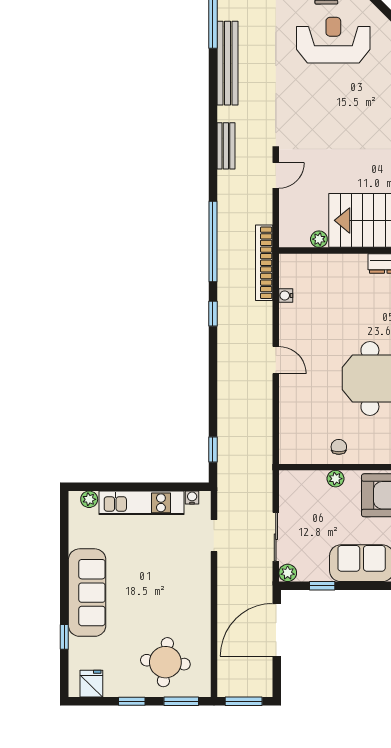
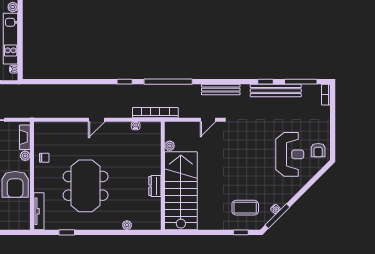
bench: (226, 146) -> (221, 90), width x1.36
door: (276, 175) -> (208, 120), hinge flipped
window: (213, 450) -> (266, 82), moved
fireplace: (305, 479) -> (25, 137), added

